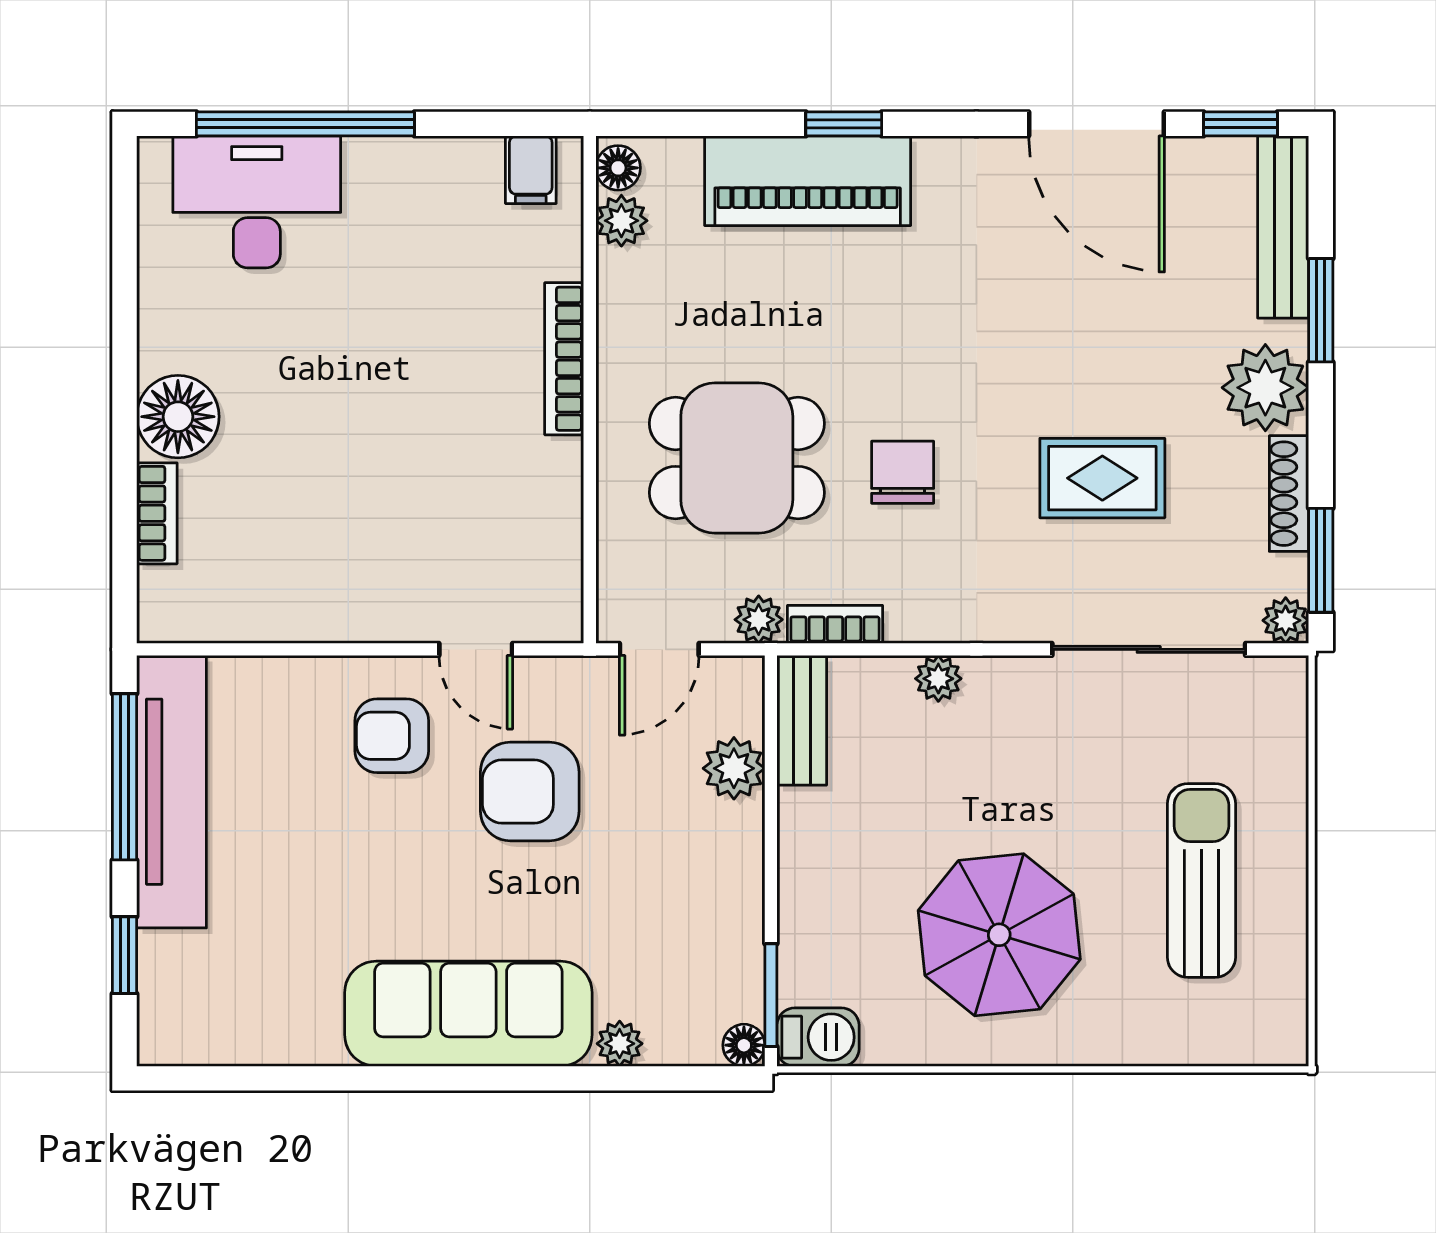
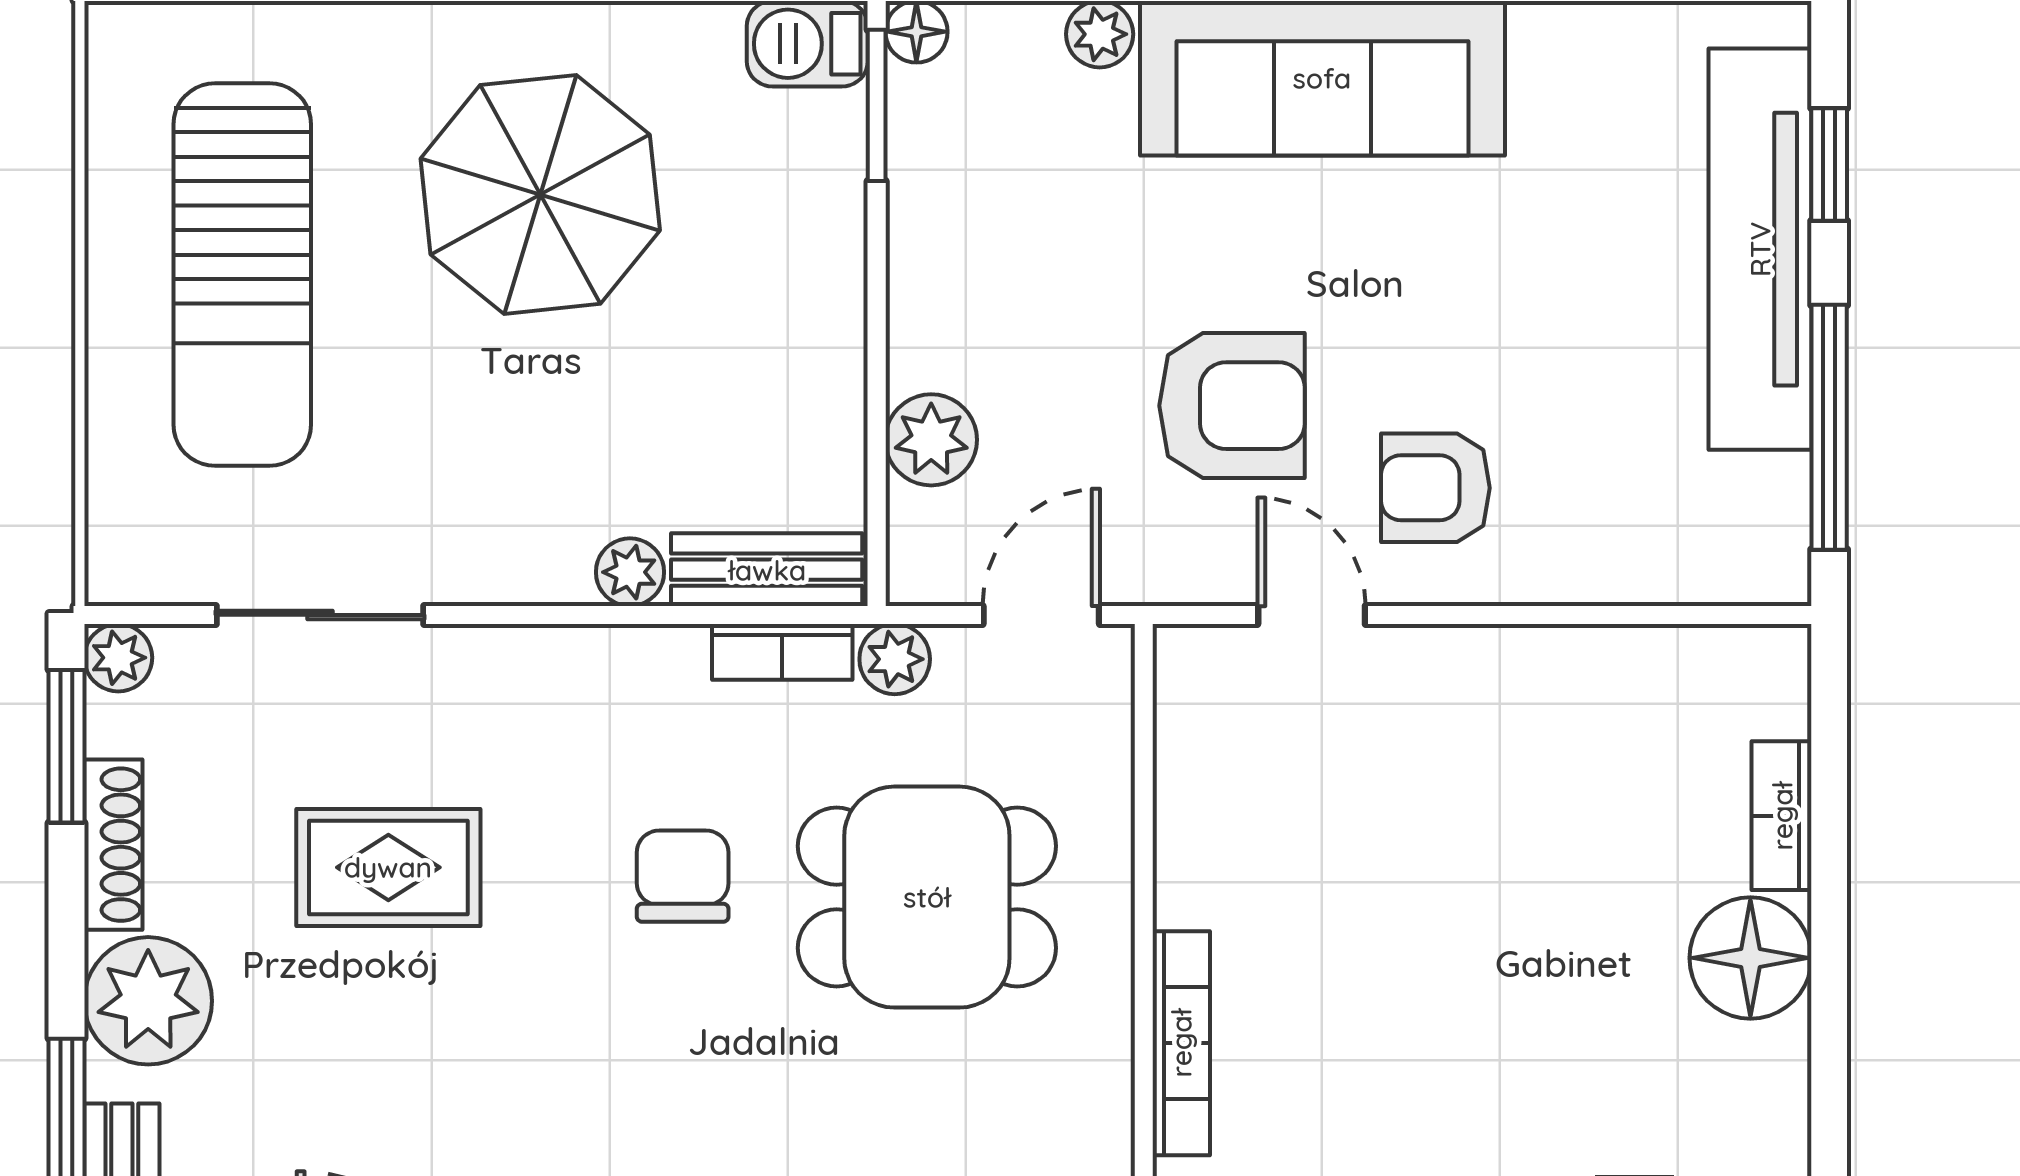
chair: (903, 472) -> (683, 876), turned 180
sliding door: (1149, 649) -> (320, 615), width x0.73
bench: (802, 720) -> (767, 570), moved, turned 90
armchair: (392, 736) -> (1435, 488), turned 180
tv unit: (172, 792) -> (1760, 249), moved
sun lounger: (1201, 880) -> (242, 275), width x1.36, depth x1.34

